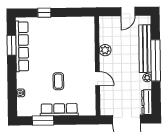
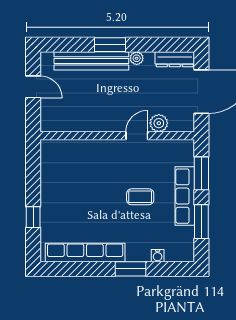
window: (12, 45) -> (130, 269), moved
plant: (105, 50) -> (159, 123), moved
window: (156, 60) -> (110, 45), width x0.47
window: (74, 120) -> (201, 173), added

